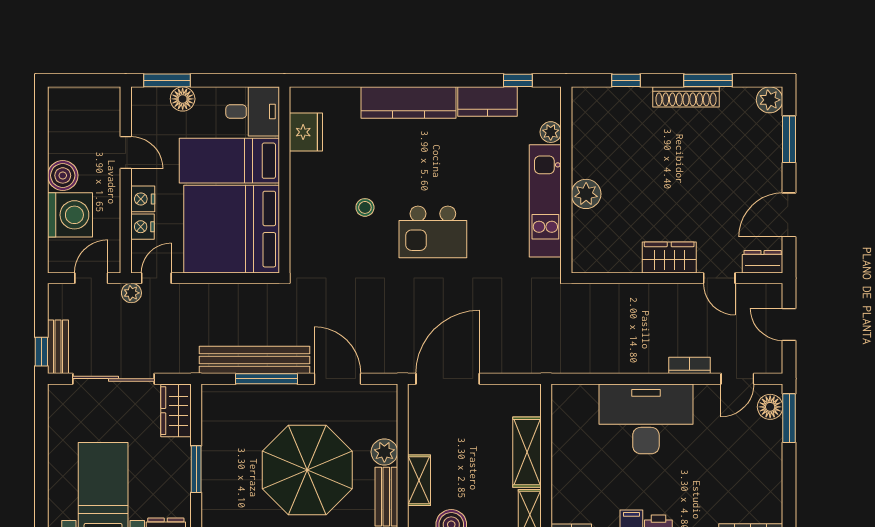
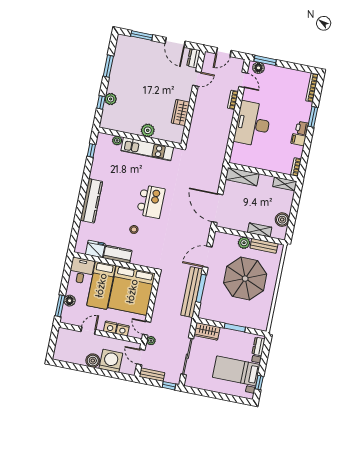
shoe rack: (686, 97) -> (114, 77), removed
plant: (770, 100) -> (111, 99), moved
kitchen counter: (487, 102) -> (118, 254), moved, turned -90
wardrobe: (669, 257) -> (181, 113), moved
bench: (58, 347) -> (152, 375), moved
shelving: (527, 452) -> (242, 177), moved

